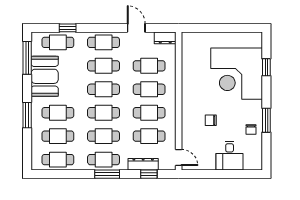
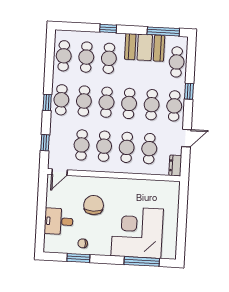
window: (68, 28) -> (189, 91), moved
window: (266, 67) -> (142, 261), width x2.17
window: (27, 115) -> (108, 28), width x0.67
chair: (211, 120) -> (94, 205), width x1.87, depth x1.87
window: (266, 120) -> (78, 258), moved
dresser: (143, 164) -> (55, 138), removed
window: (107, 174) -> (47, 102), width x0.67

